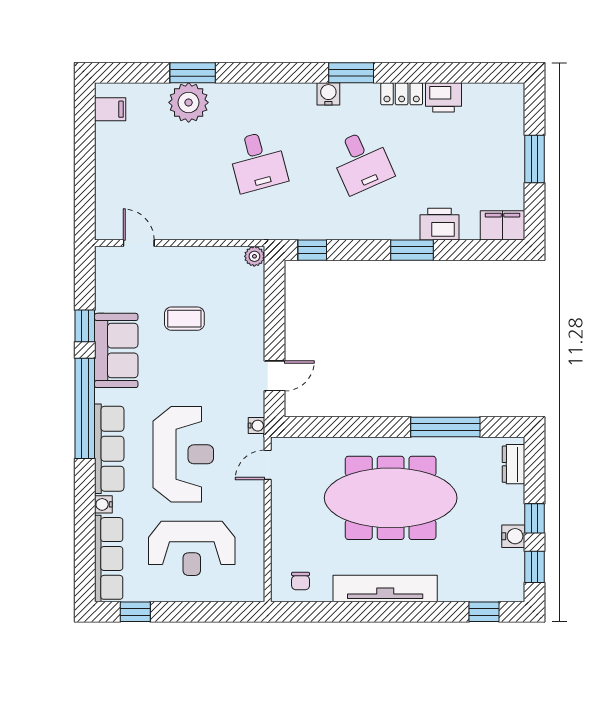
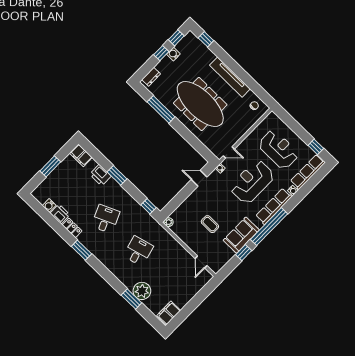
water cooler: (328, 94) -> (49, 205), moved
filing cabinet: (110, 109) -> (169, 313), width x2.00

